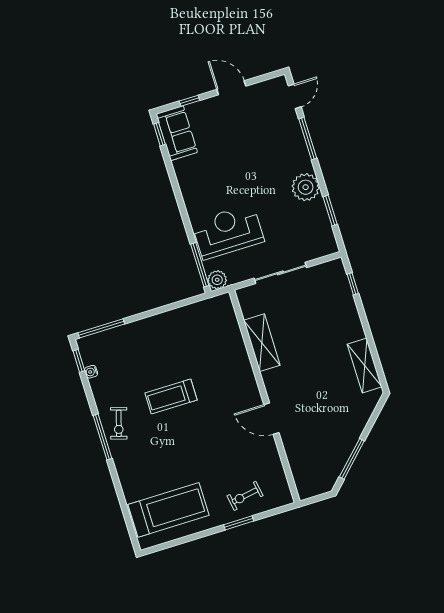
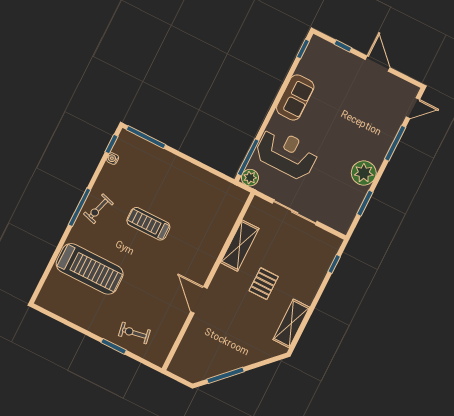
sofa: (177, 133) -> (295, 97), moved
pallet: (311, 355) -> (264, 284), added
treadmill: (169, 510) -> (90, 269), moved

